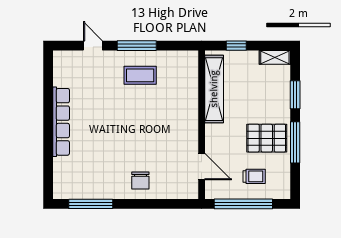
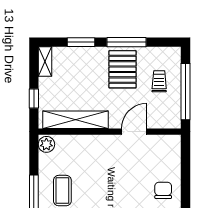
plant: (188, 59) -> (46, 144), added
door: (202, 167) -> (134, 132), moved
chair: (140, 181) -> (163, 190), turned -90

